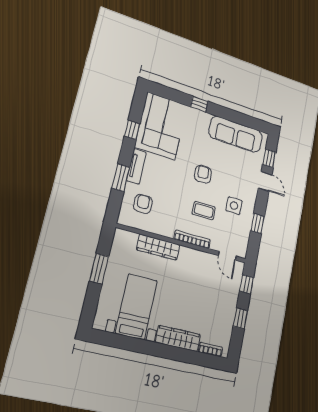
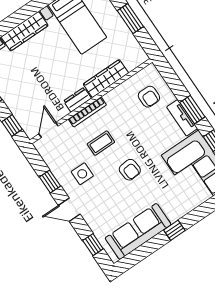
window: (199, 104) -> (174, 230), moved
window: (121, 178) -> (192, 110), moved
door: (265, 181) -> (69, 210), moved
dresser: (190, 254) -> (77, 100), added
door: (227, 256) -> (49, 130), hinge flipped

